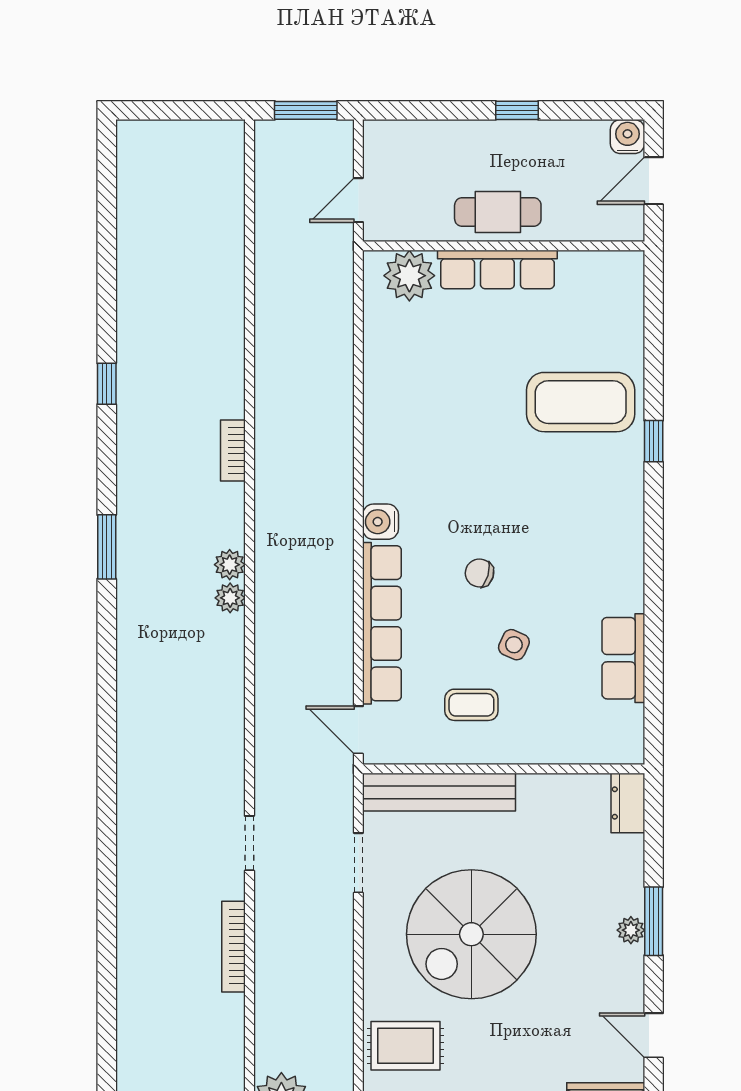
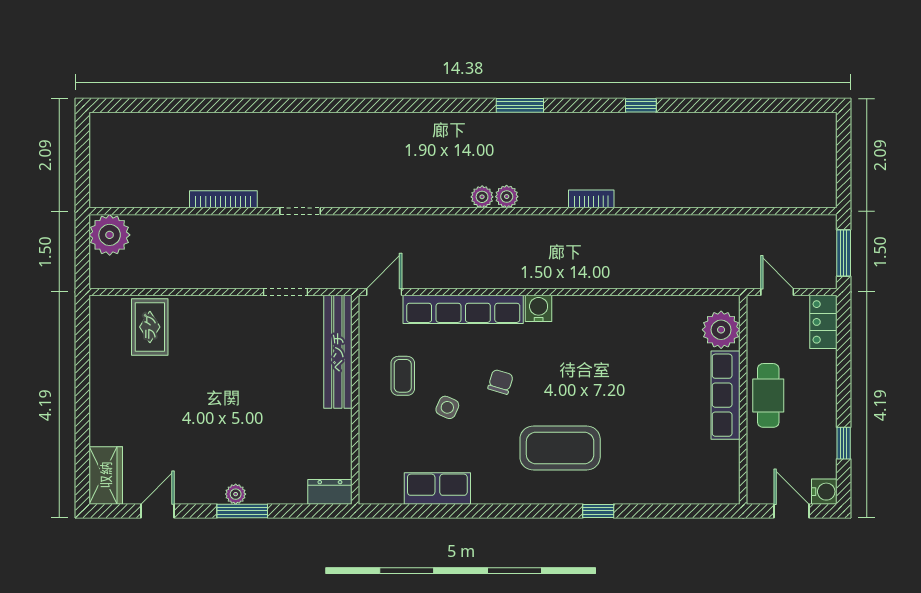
window: (517, 110) -> (844, 443), moved
locker: (399, 138) -> (823, 322), added
coffee table: (581, 402) -> (560, 448), moved, turned 90
spiral stairs: (471, 934) -> (233, 376), removed

